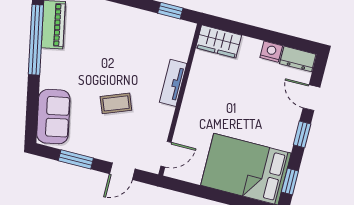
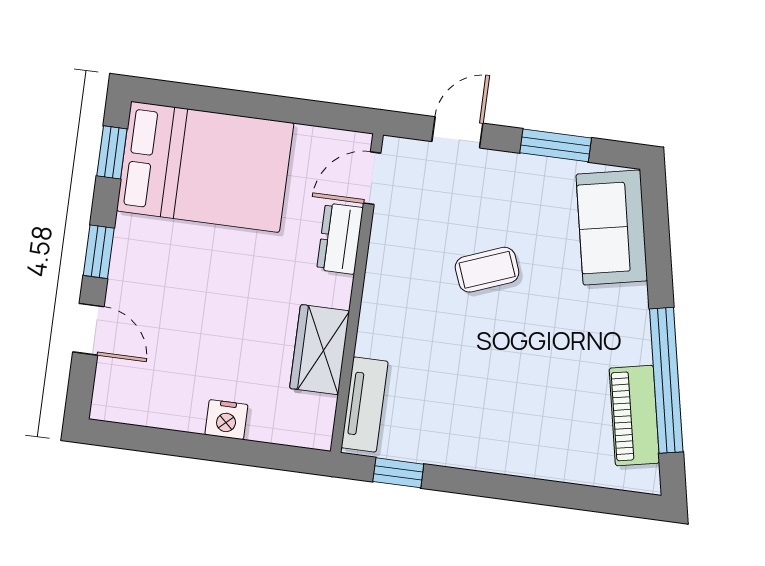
wardrobe: (219, 41) -> (320, 350), moved, turned -90
nightstand: (271, 52) -> (226, 420), moved
dresser: (298, 59) -> (340, 239), moved, turned -90
tv unit: (173, 83) -> (365, 405), moved

